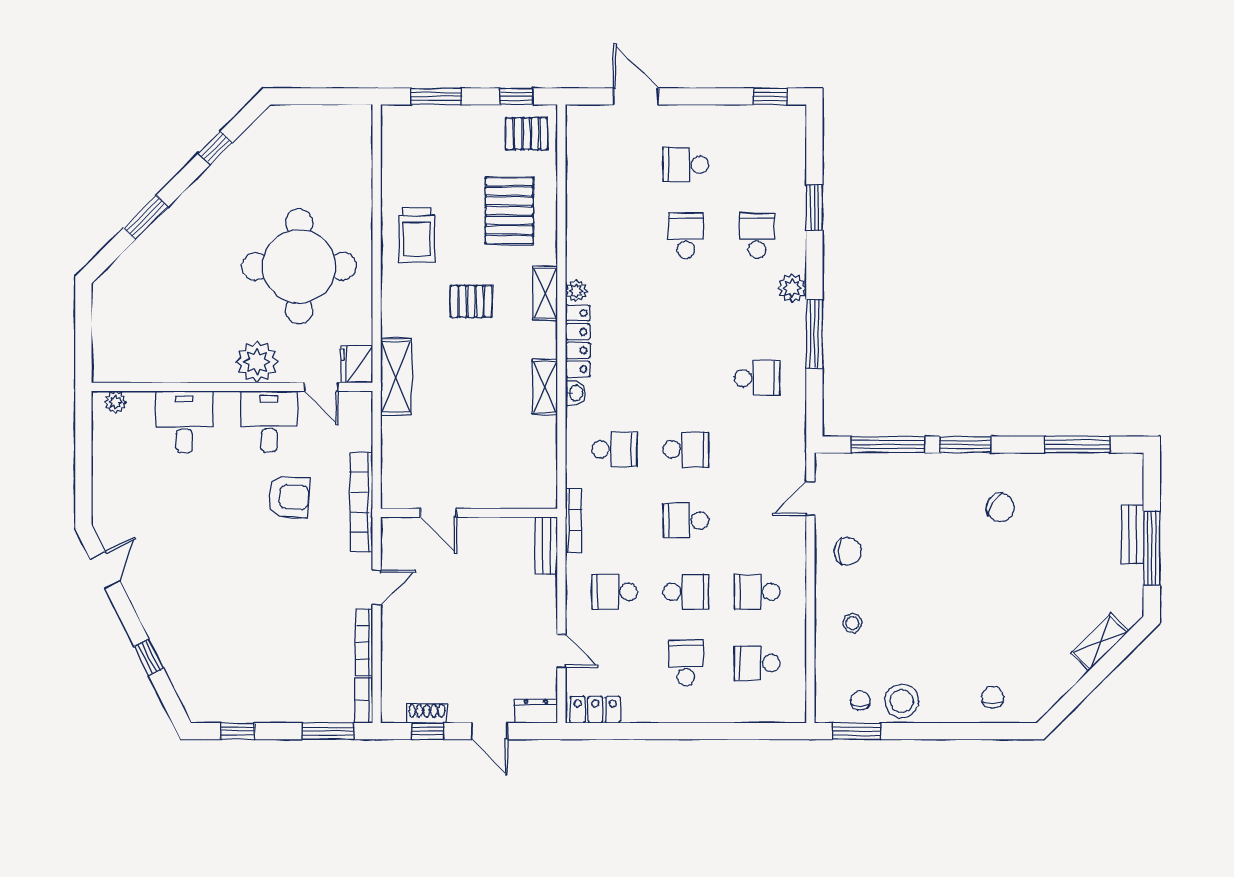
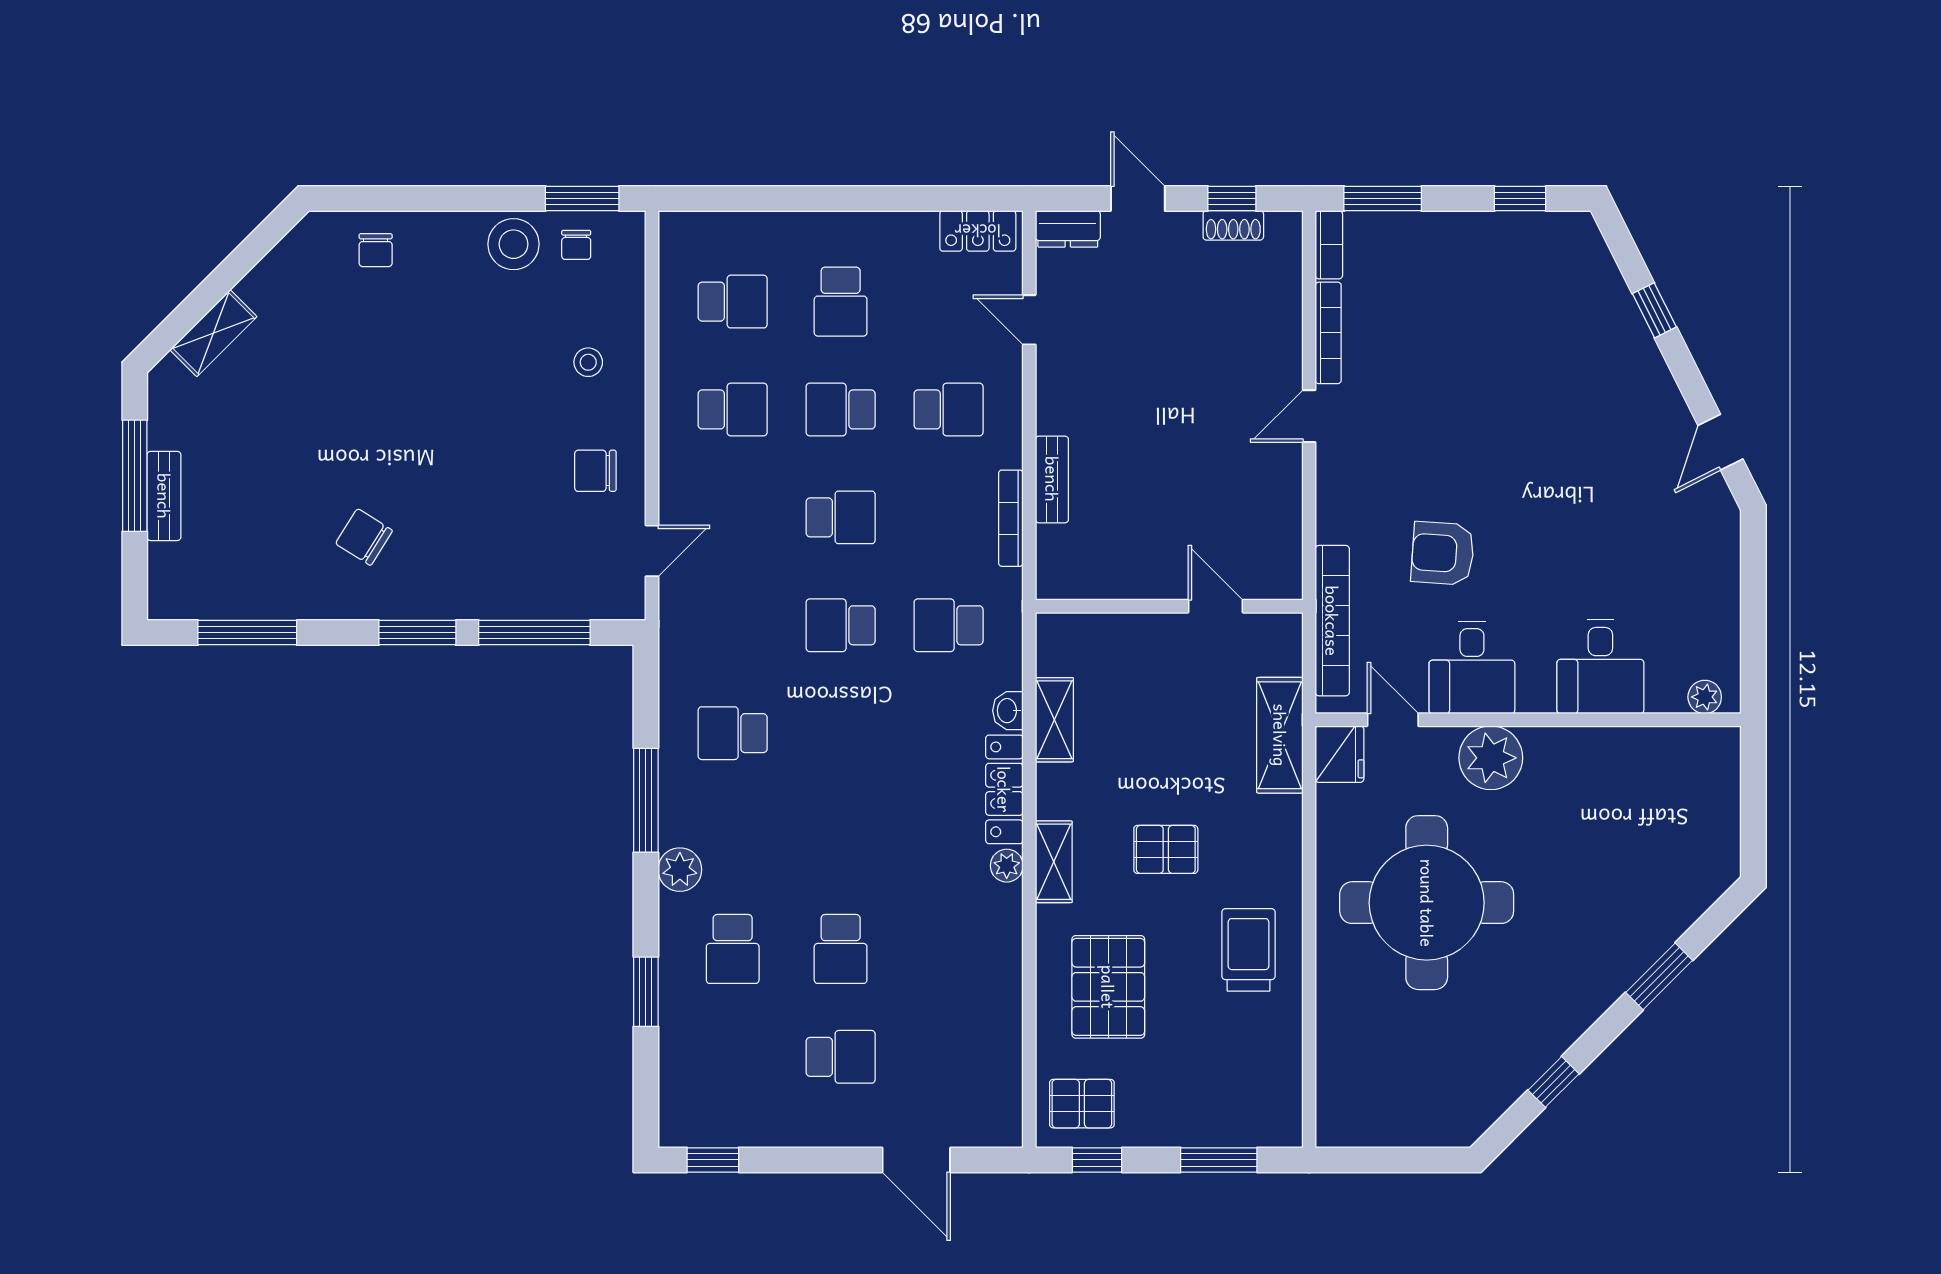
bookcase: (361, 502) -> (1332, 621), moved
door: (438, 513) -> (1215, 606), moved
wall: (469, 513) -> (1169, 606), moved

